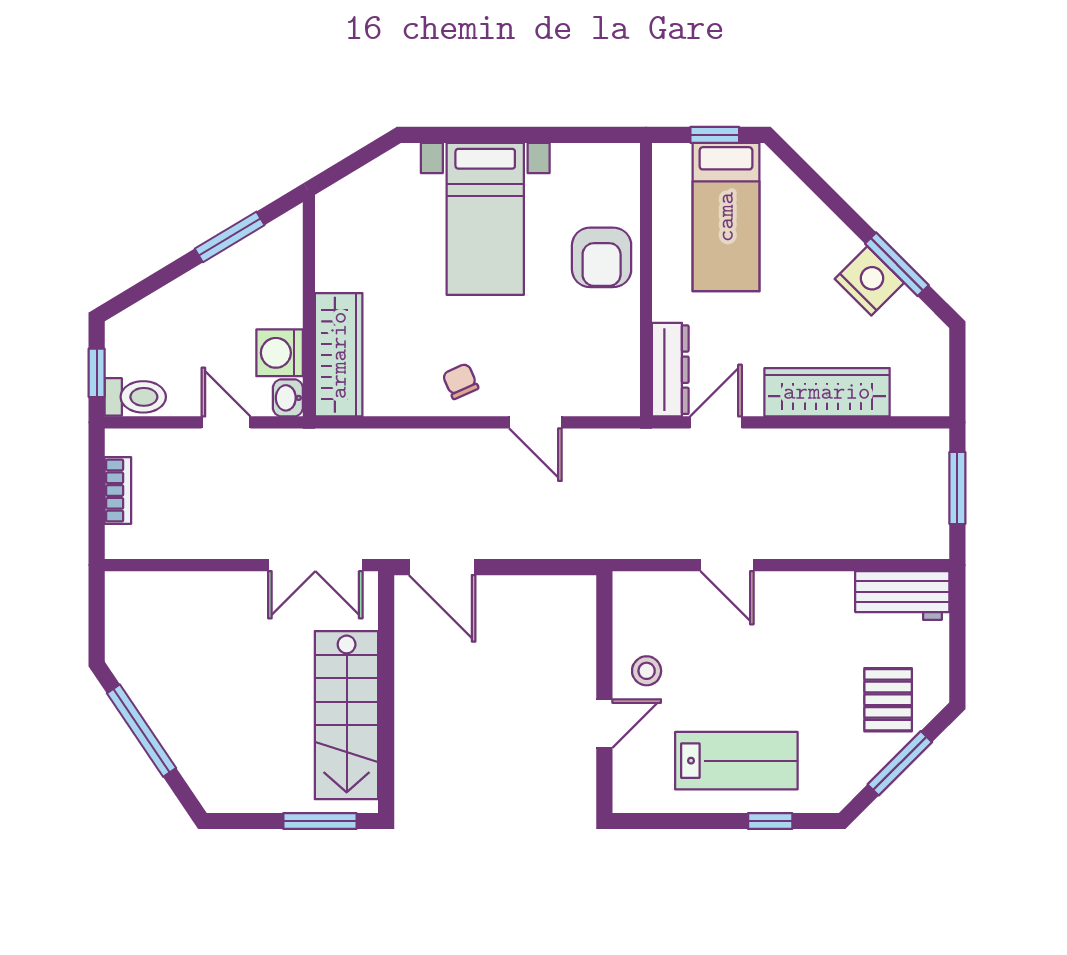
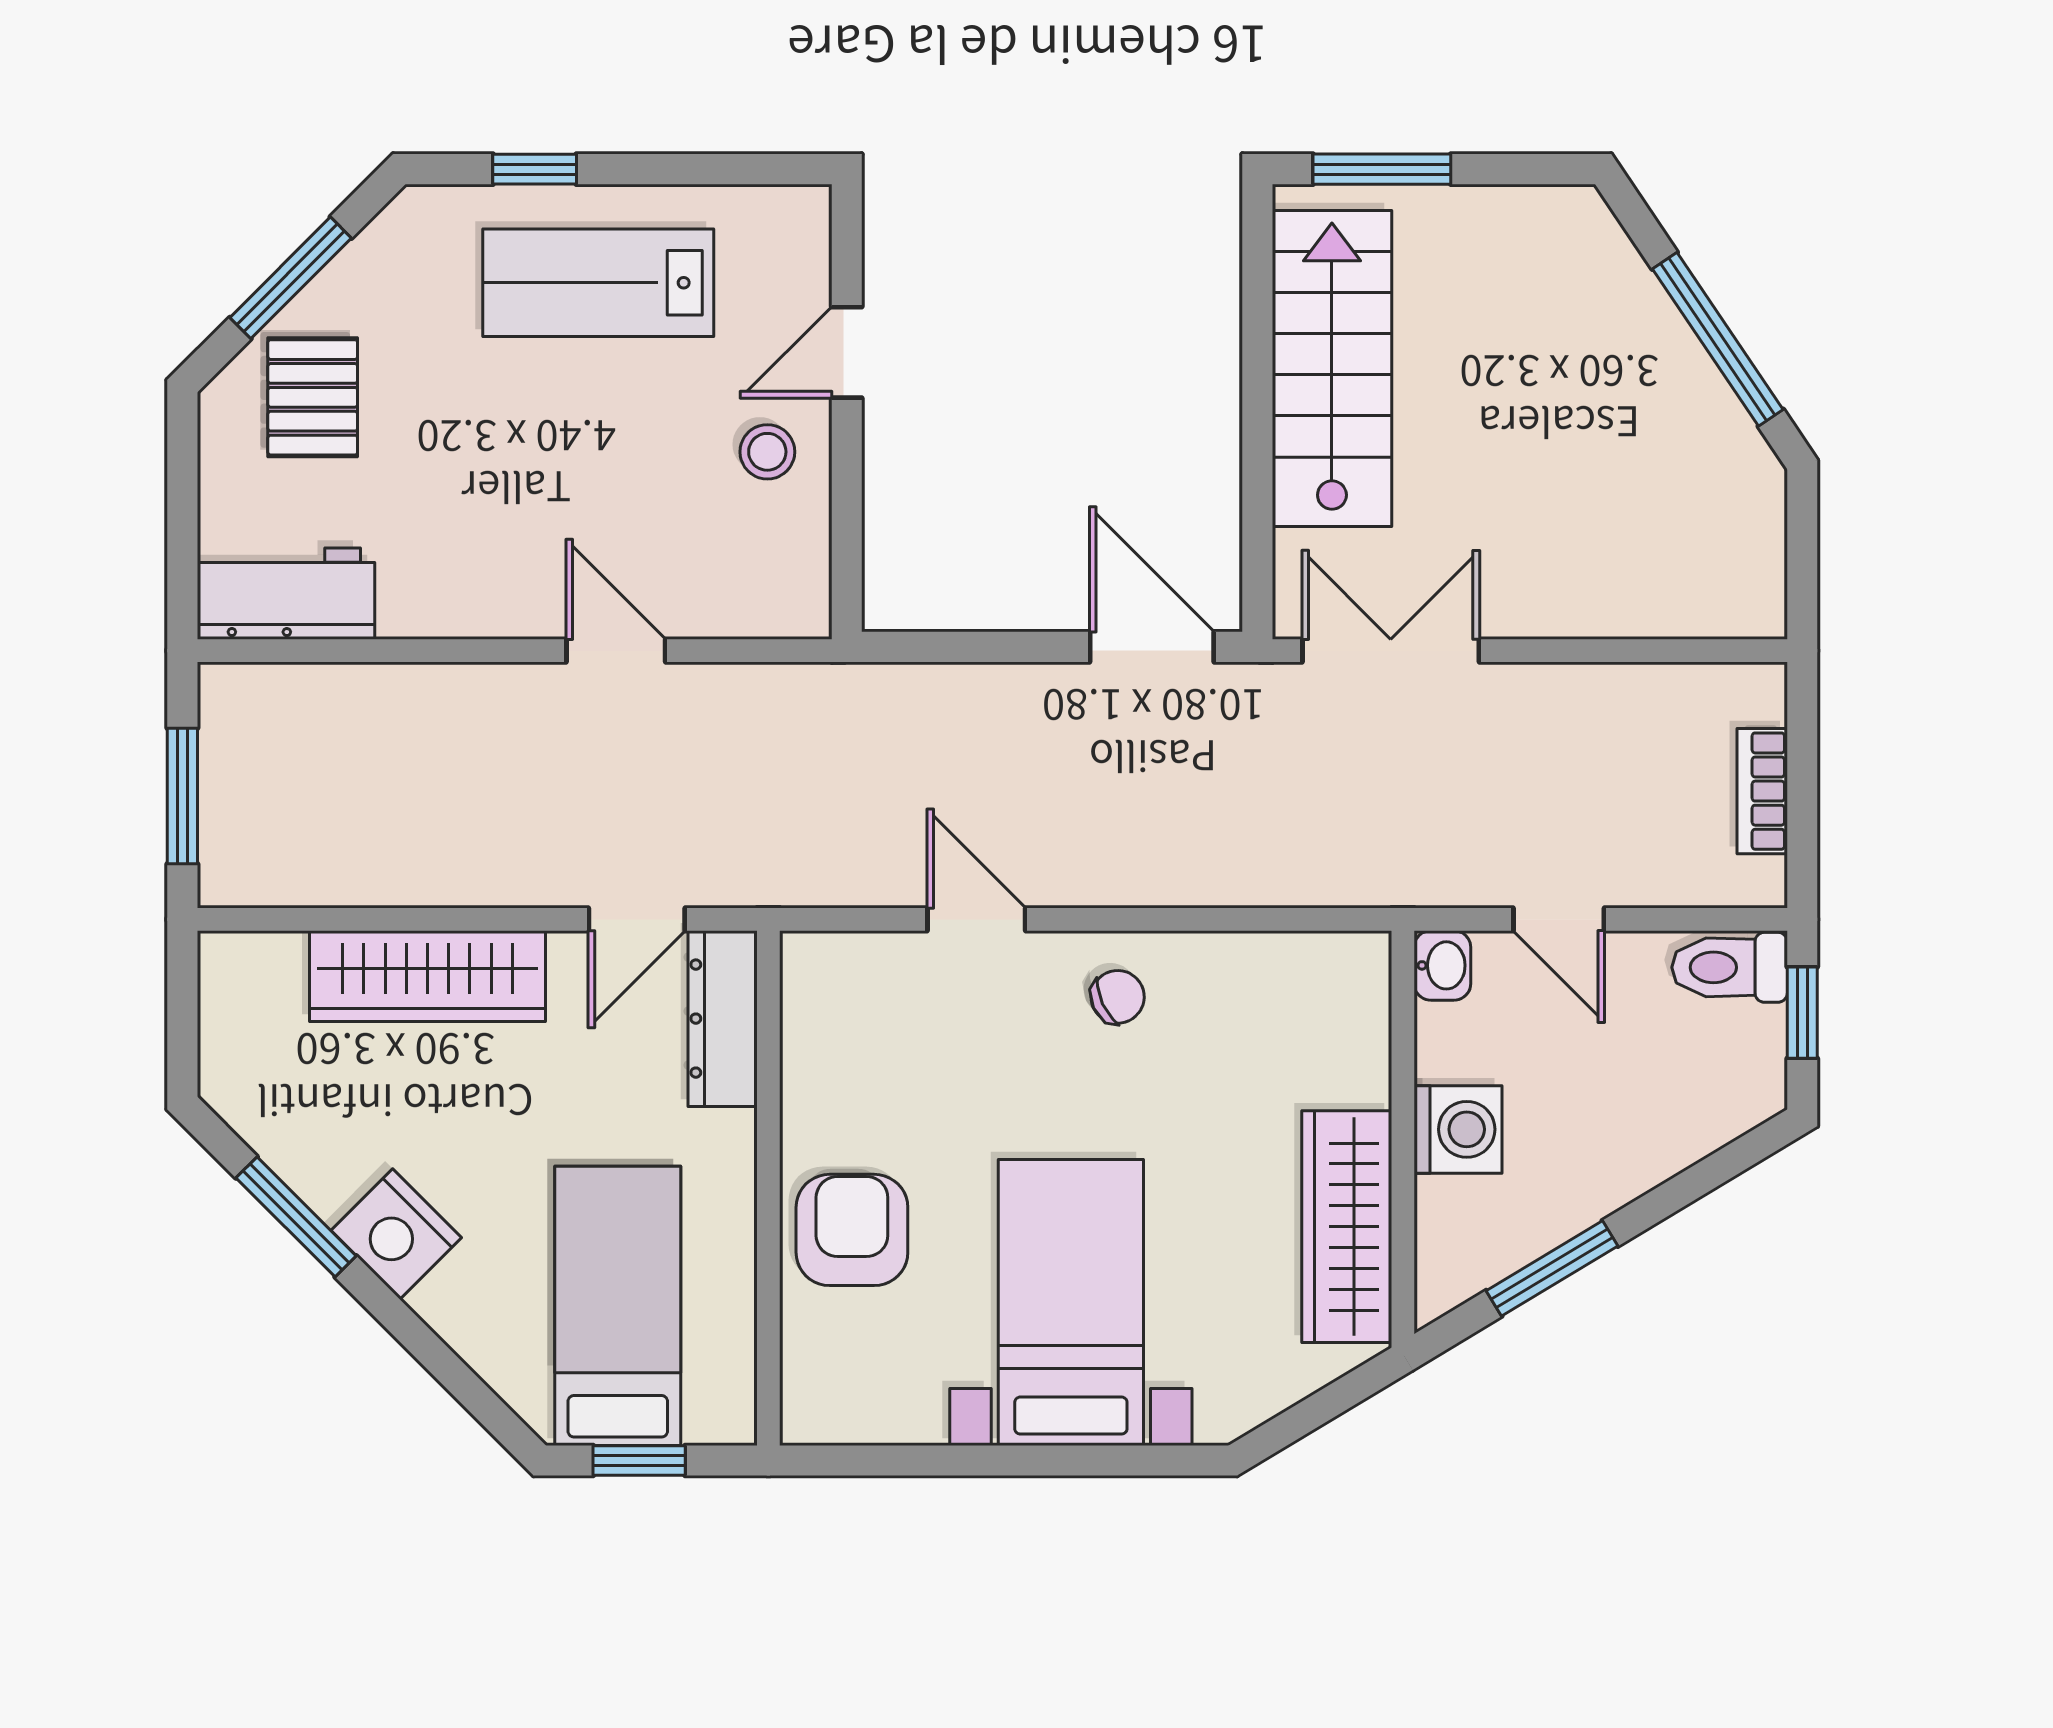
nightstand: (869, 281) -> (396, 1234), moved
washing machine: (280, 353) -> (1458, 1129), moved
wardrobe: (339, 355) -> (1347, 1227), moved
chair: (460, 381) -> (1118, 997), turned -91

